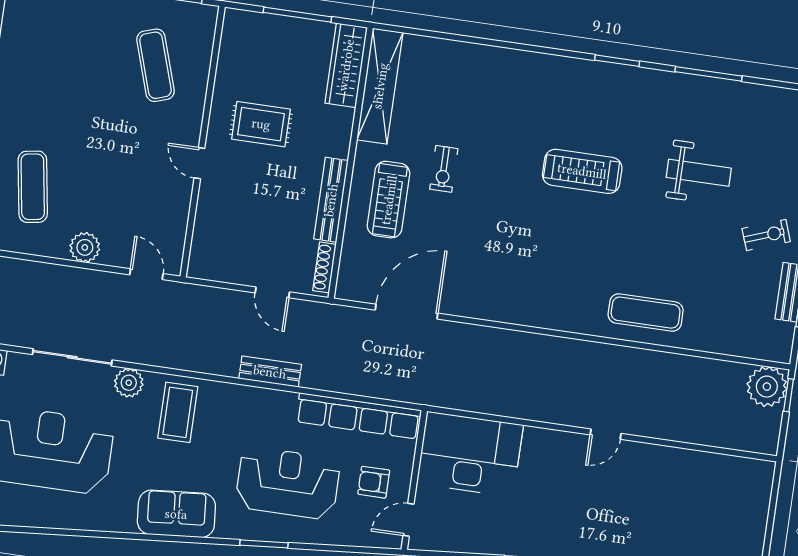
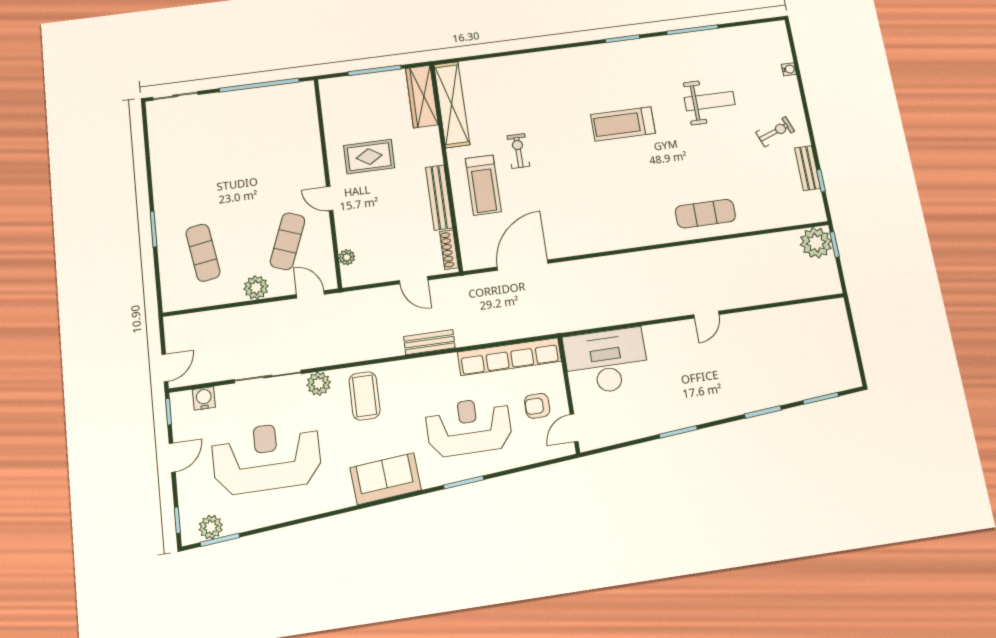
exercise mat: (155, 65) -> (287, 241), moved, turned 39
exercise bike: (444, 169) -> (518, 151), turned 180
plant: (201, 242) -> (347, 257), added

